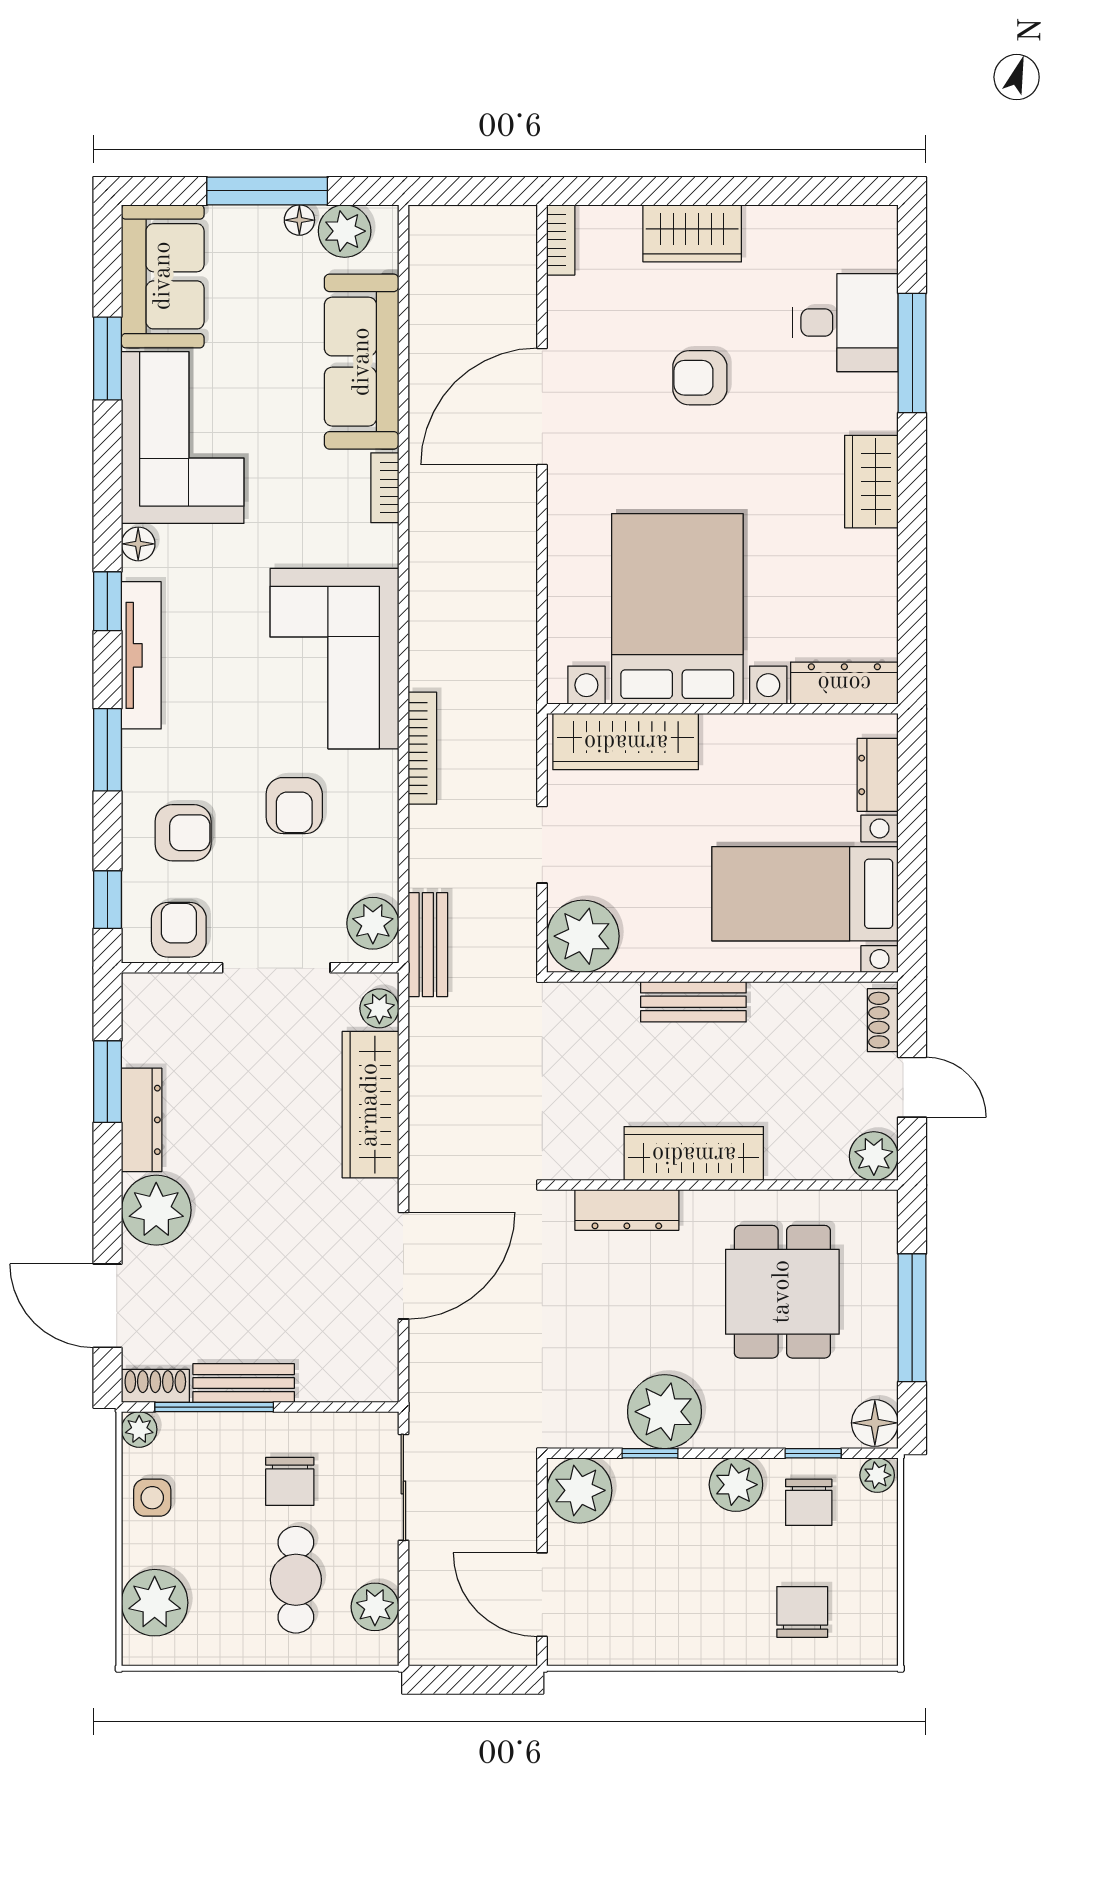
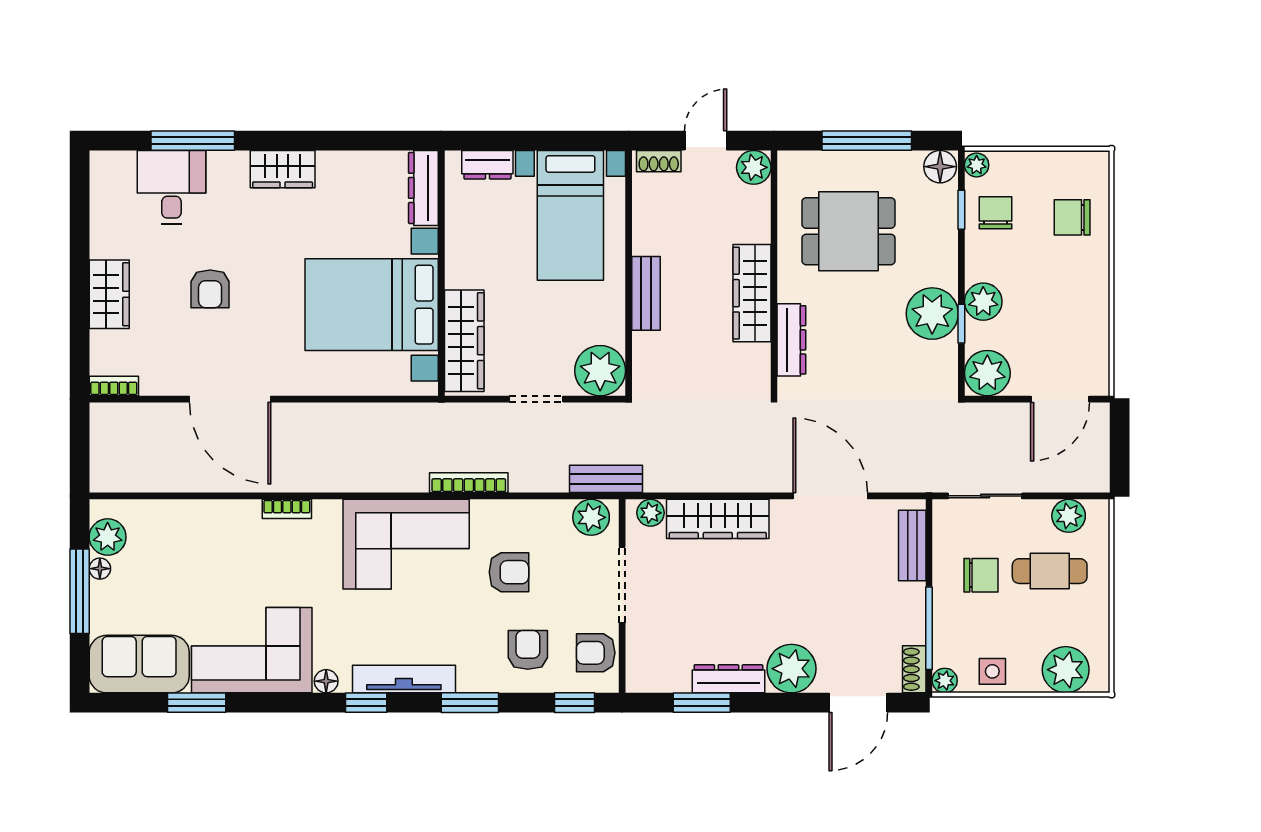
sofa: (362, 362) -> (199, 525), removed
bench: (244, 1383) -> (912, 545), moved
plant: (736, 1485) -> (983, 302), moved
chair: (809, 1502) -> (996, 213), turned -90

